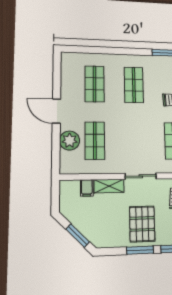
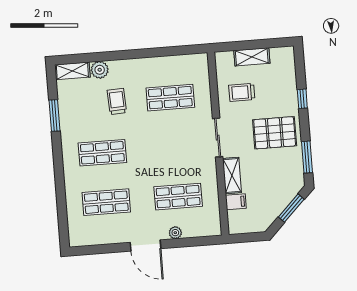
door: (56, 111) -> (145, 245), hinge flipped
plant: (70, 141) -> (175, 233), width x0.53, depth x0.53
window: (140, 250) -> (307, 157), moved

